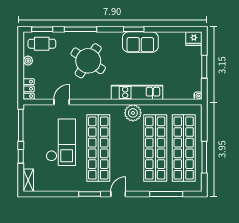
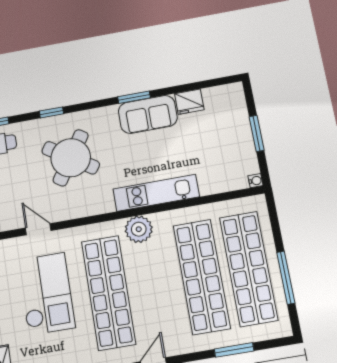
window: (81, 29) -> (51, 112), width x0.46
fridge: (194, 39) -> (189, 102), moved
door: (62, 102) -> (38, 229), hinge flipped
plant: (133, 113) -> (139, 229), moved
window: (166, 194) -> (234, 350), width x0.69

